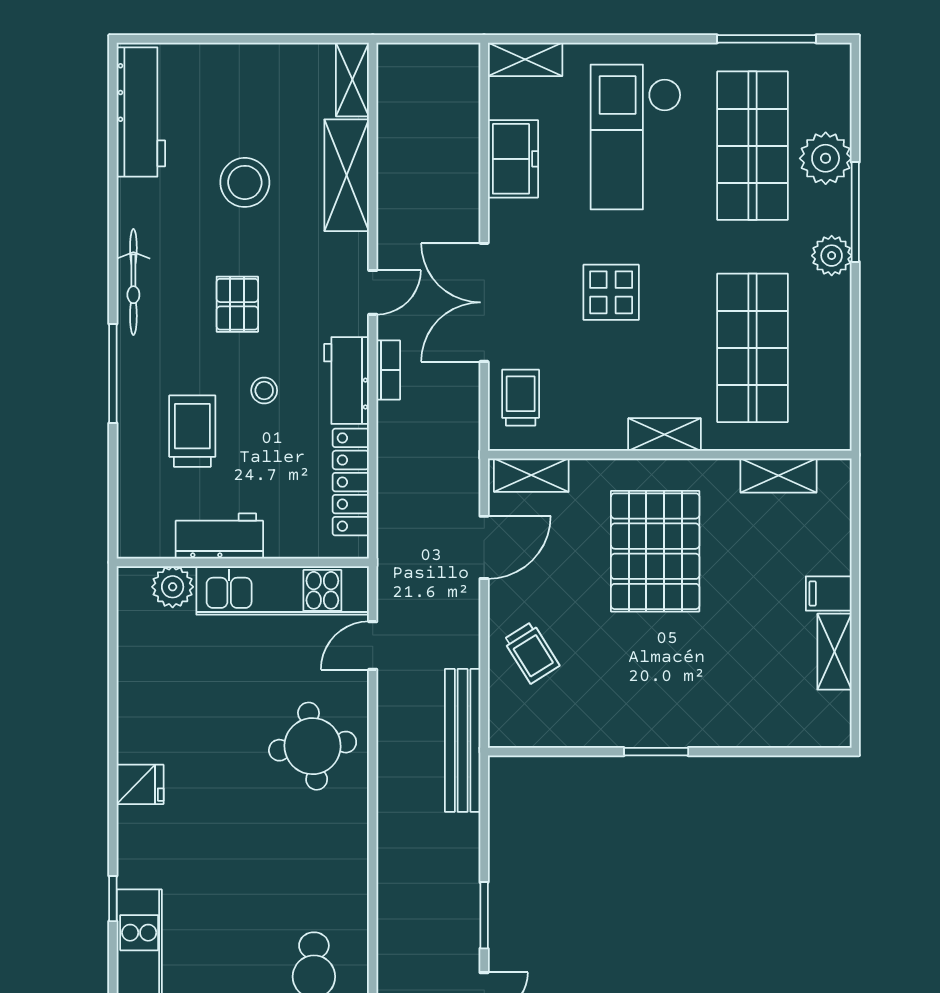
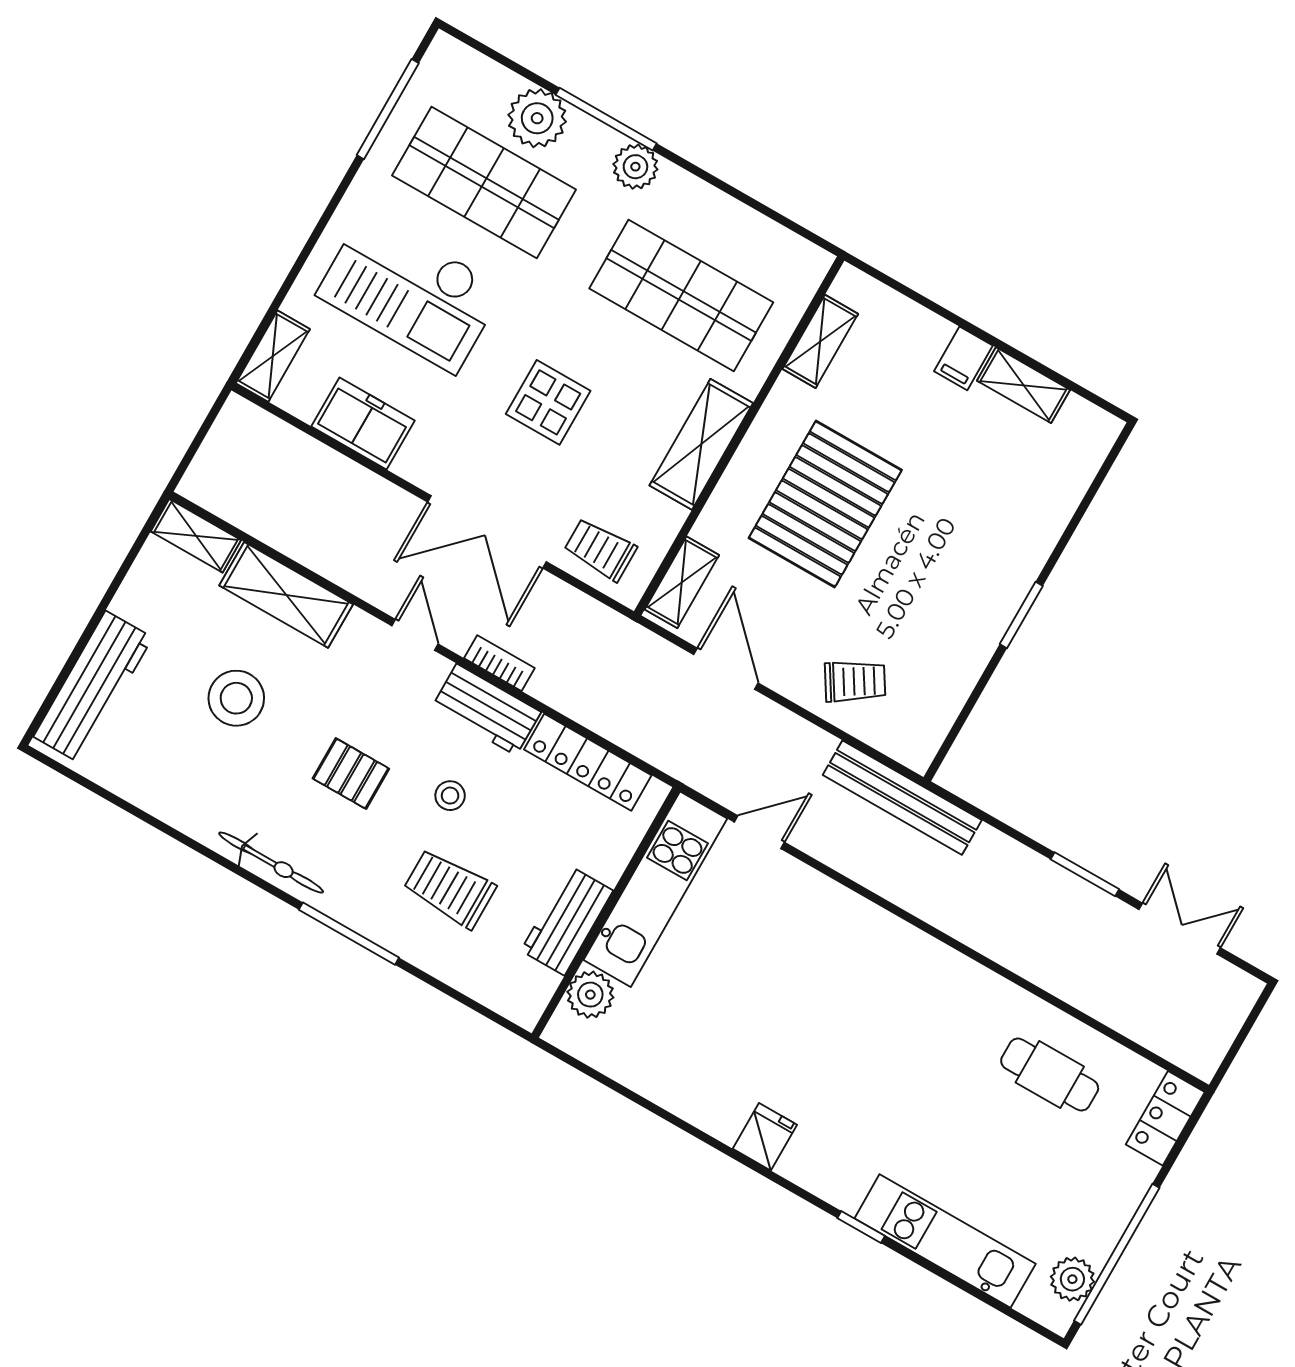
workbench: (141, 112) -> (93, 687), moved, turned 90
shelving: (665, 435) -> (701, 444), width x1.50, depth x1.33
pallet: (655, 551) -> (825, 504), turned 90
door: (373, 645) -> (759, 832), swing flipped
round table: (313, 746) -> (824, 947), removed

